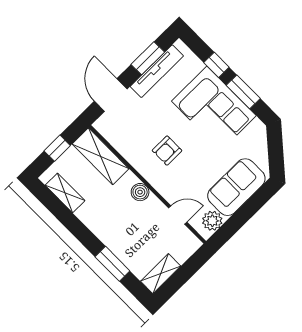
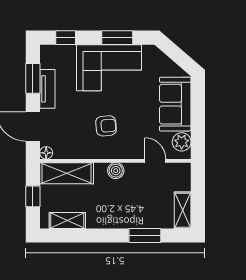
window: (216, 65) -> (66, 38), moved
tv unit: (157, 71) -> (47, 89), width x0.71
floor lamp: (101, 125) -> (46, 153), added
armchair: (167, 151) -> (106, 126), turned -95
door: (178, 215) -> (155, 161), hinge flipped

